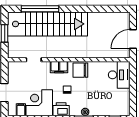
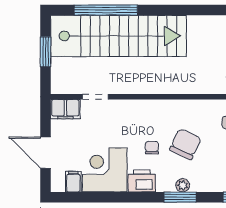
filing cabinet: (59, 67) -> (65, 109), moved
chair: (80, 70) -> (185, 144), moved, turned 115

